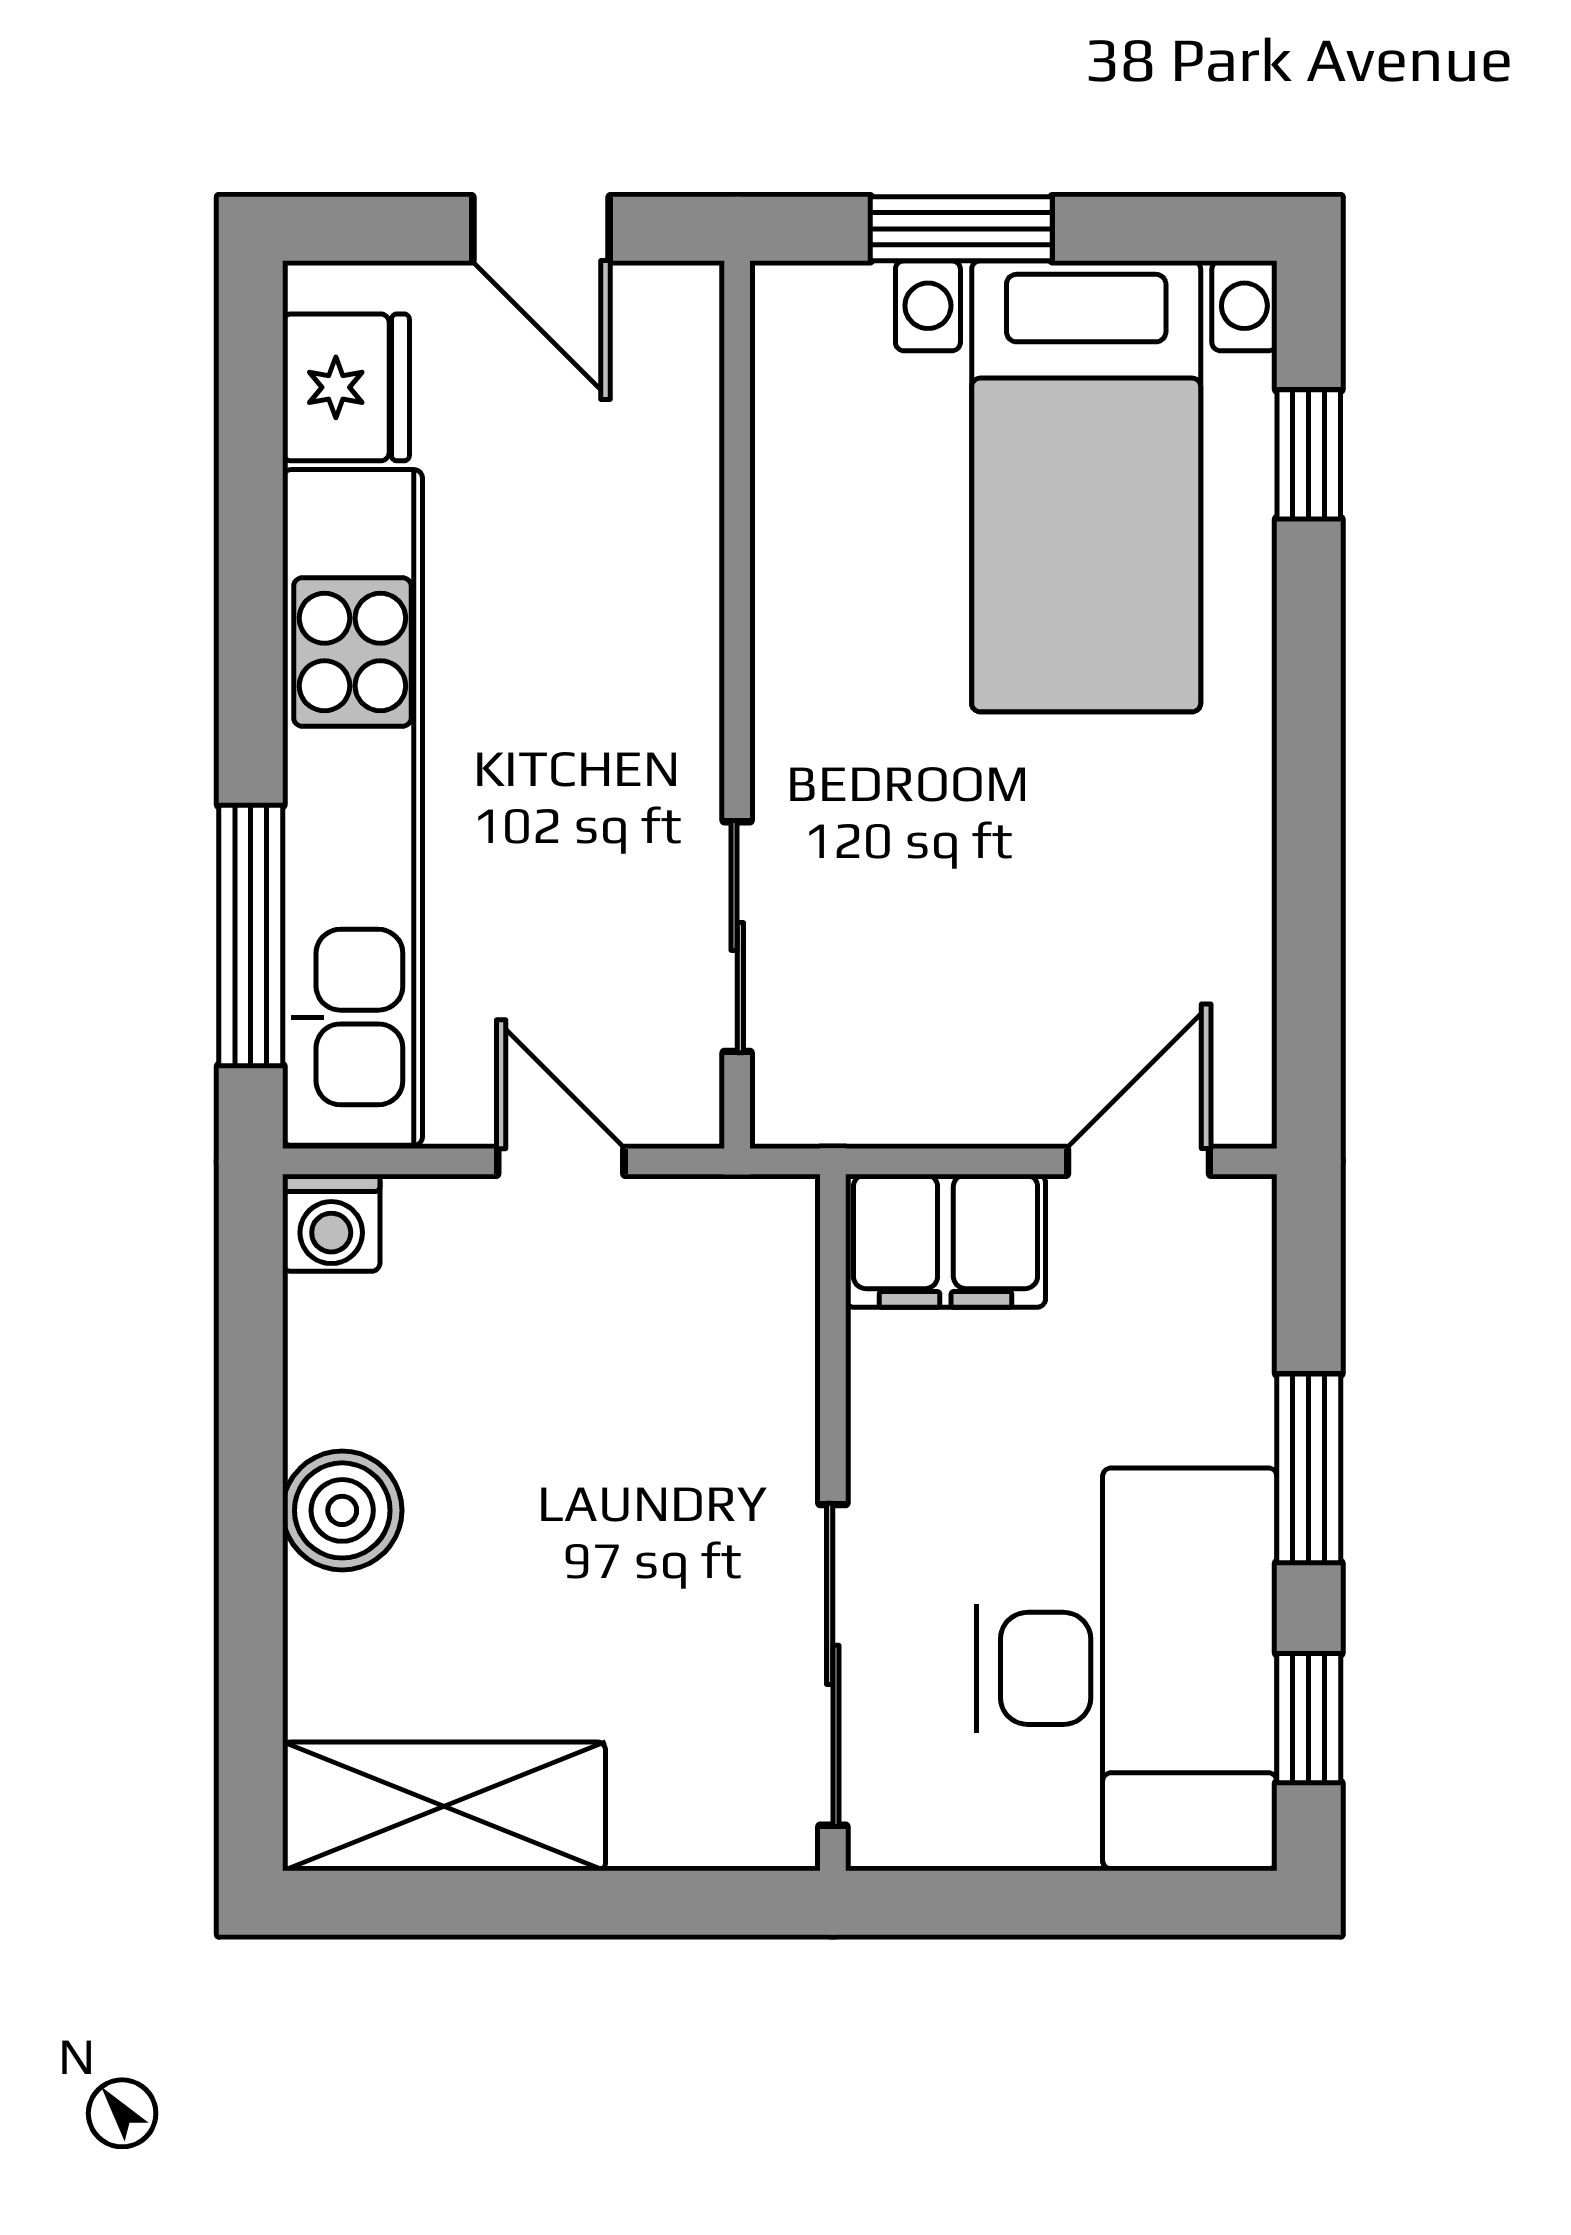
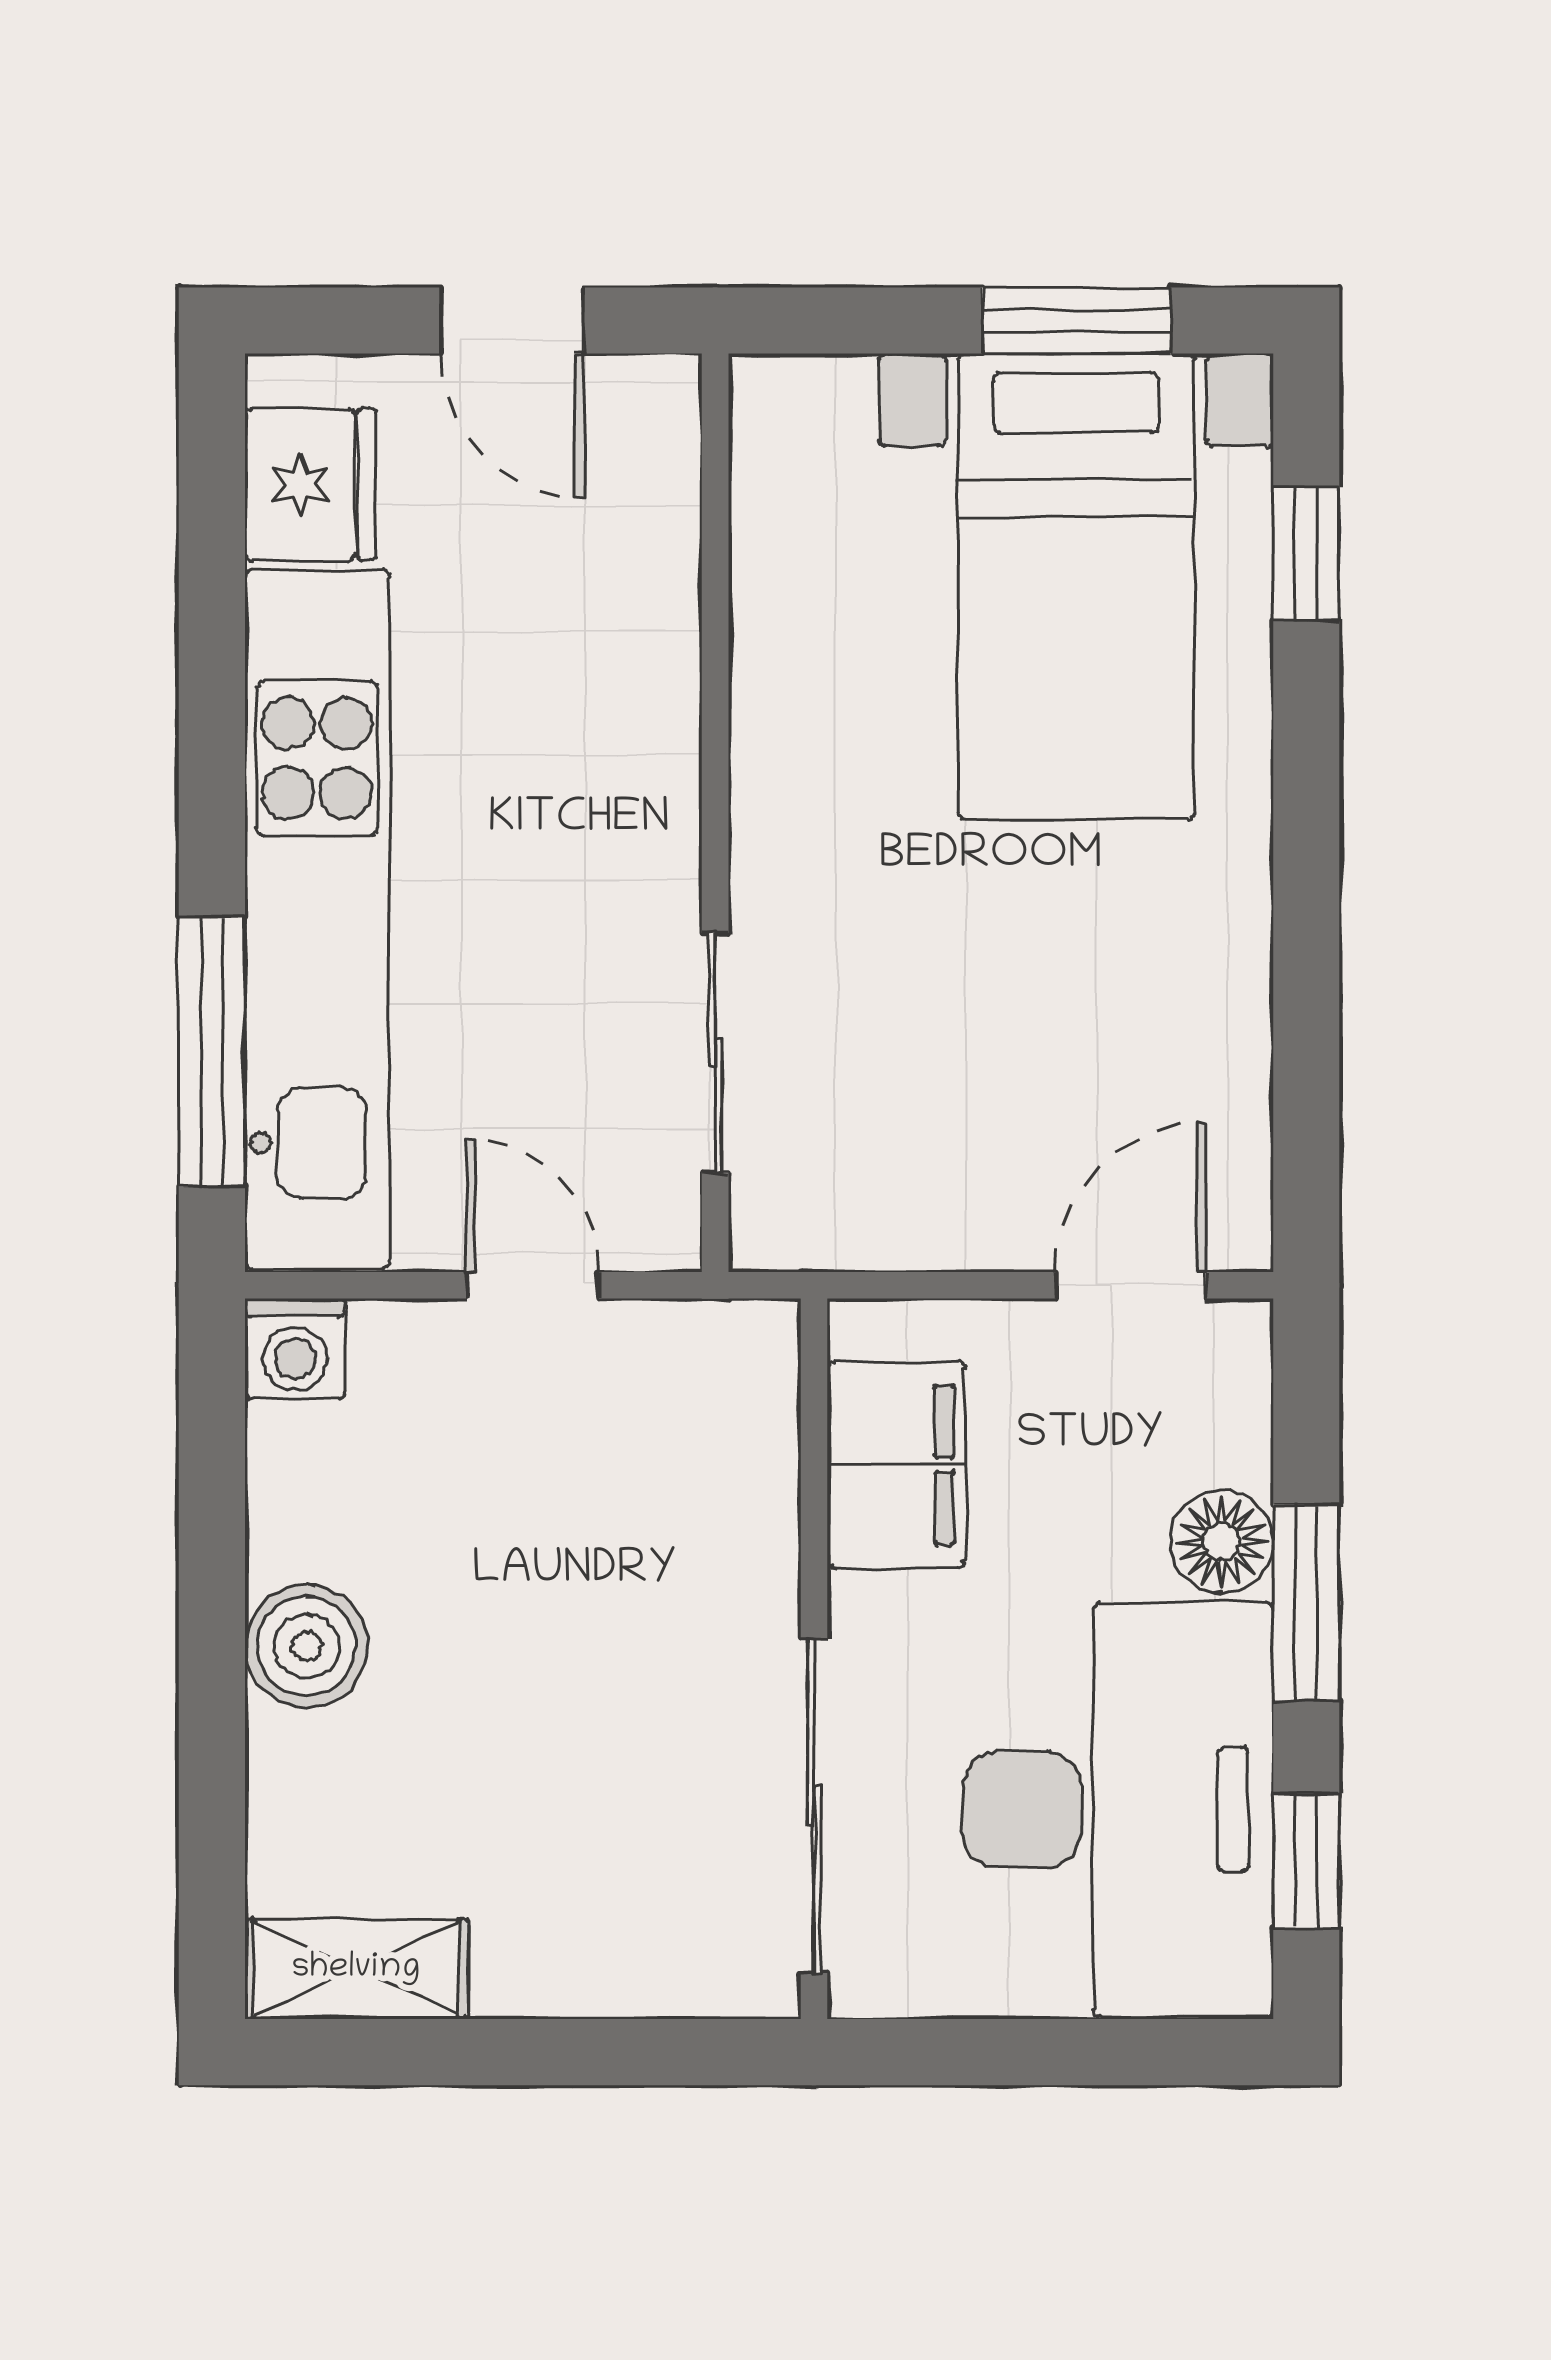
window: (961, 229) -> (1077, 320), moved
filing cabinet: (945, 1241) -> (896, 1465), moved, turned -90
floor lamp: (1227, 1409) -> (1222, 1542), added
shelving: (444, 1806) -> (356, 1969), width x0.67, depth x0.75

